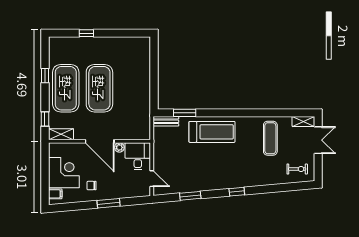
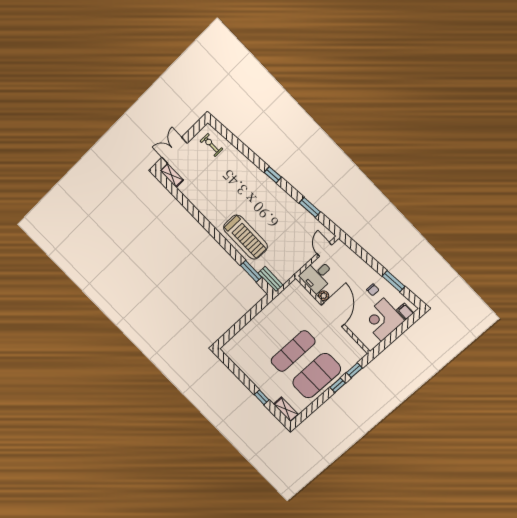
window: (45, 76) -> (338, 385), moved
exercise mat: (99, 88) -> (293, 351), width x0.68
treadmill: (212, 132) -> (245, 237), turned 180
shelving: (61, 134) -> (286, 409), moved
exercise mat: (270, 138) -> (208, 188), removed
window: (109, 203) -> (394, 281), moved

